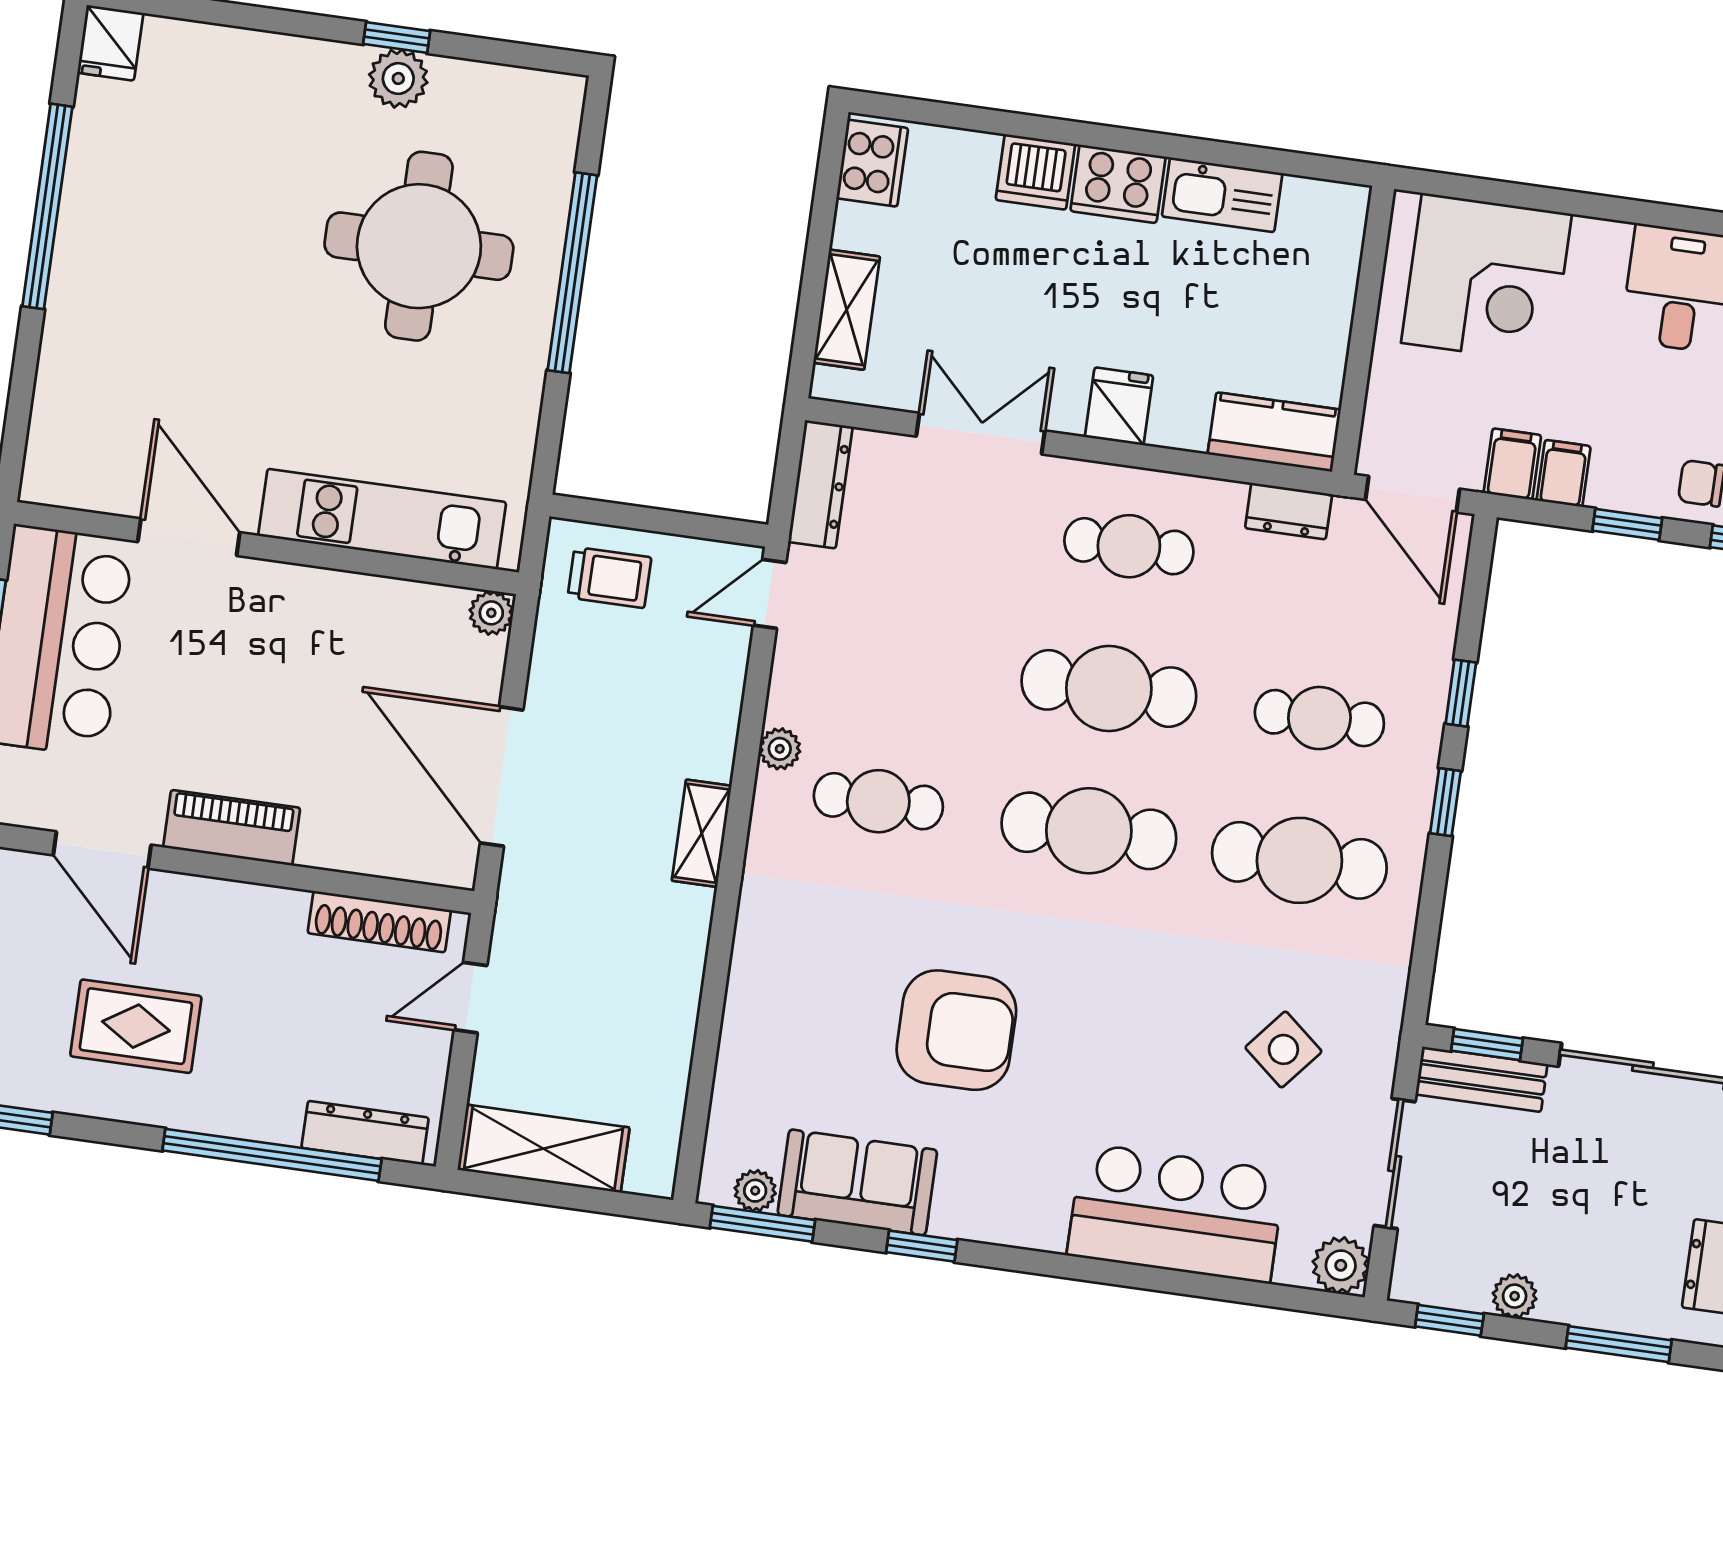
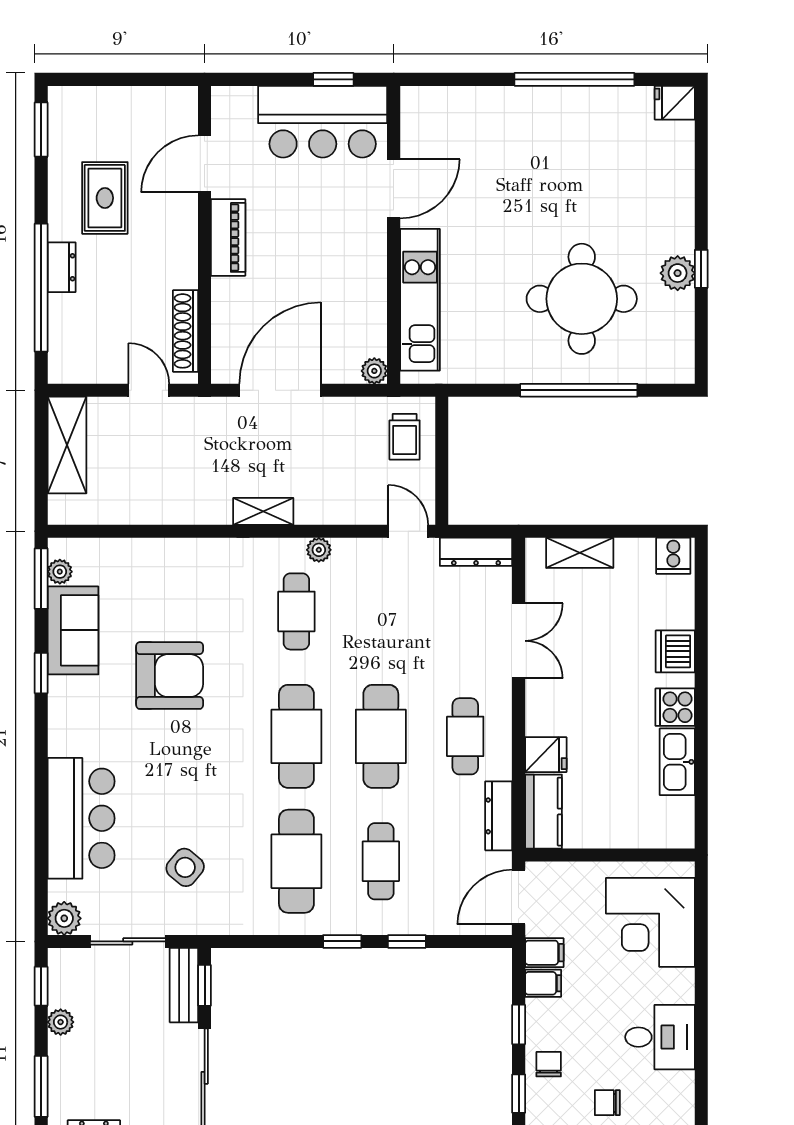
cooker: (872, 163) -> (673, 556), width x0.73
cooker: (1118, 184) -> (675, 707), width x0.73
fridge: (1119, 406) -> (546, 755), moved
dresser: (1289, 511) -> (499, 816), width x1.44
armchair: (956, 1030) -> (170, 676), turned -90
dresser: (365, 1133) -> (62, 267), moved, width x0.70

